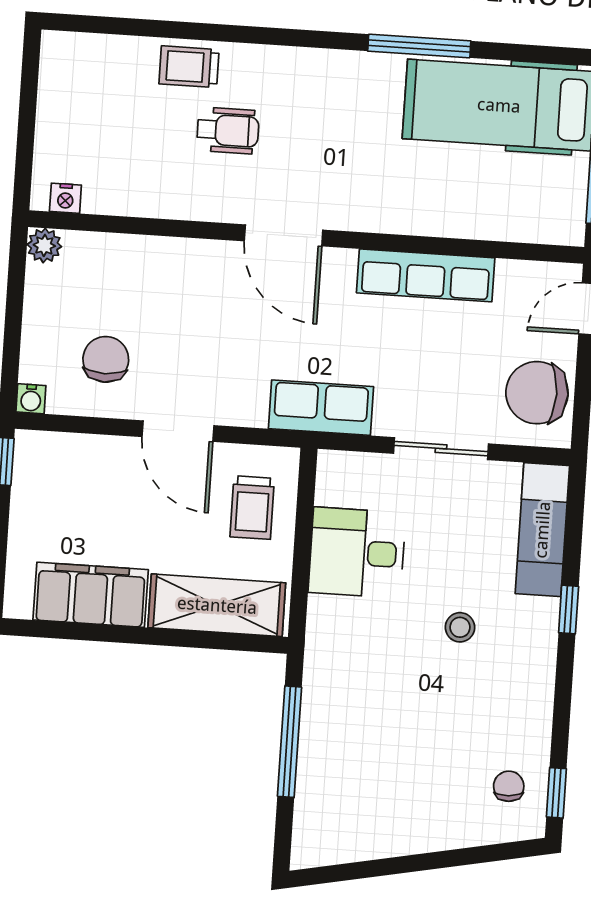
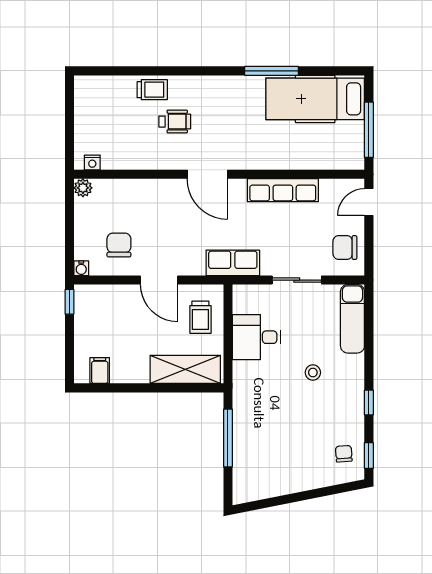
trolley: (189, 67) -> (152, 90), turned 180
chair: (537, 393) -> (345, 248), width x0.73, depth x0.73
filing cabinet: (91, 595) -> (100, 371), width x0.33, depth x0.86
window: (569, 609) -> (369, 403), moved

